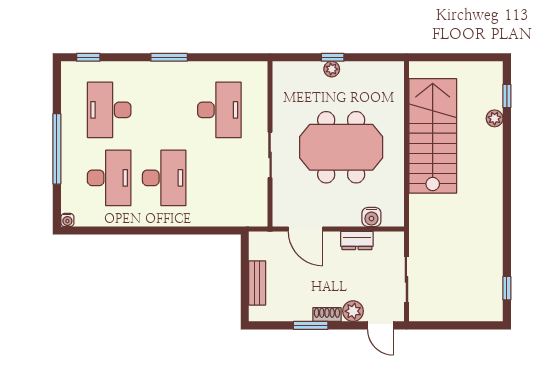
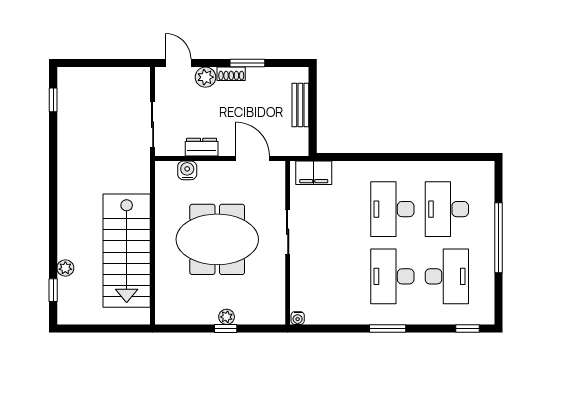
desk: (219, 110) -> (392, 276), moved
filing cabinet: (244, 215) -> (314, 173), added
water cooler: (67, 220) -> (298, 318), moved, turned 180
sliding door: (406, 279) -> (153, 125), moved

